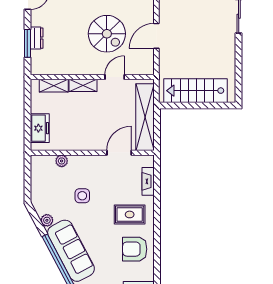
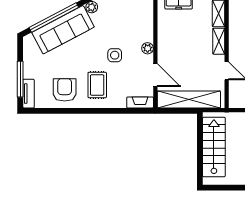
plant: (62, 161) -> (148, 48), moved
fireplace: (148, 181) -> (140, 102), moved
side table: (82, 196) -> (115, 55), moved

